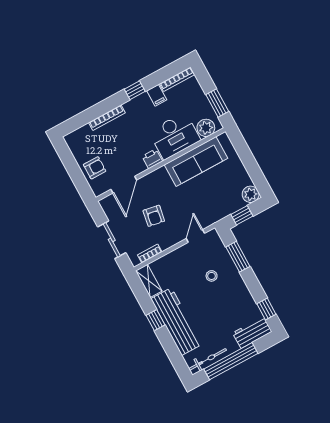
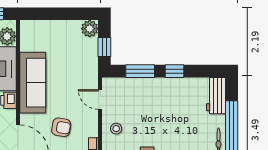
sofa: (196, 161) -> (33, 83), moved
stool: (212, 276) -> (116, 129), moved
window: (266, 309) -> (174, 71), moved

